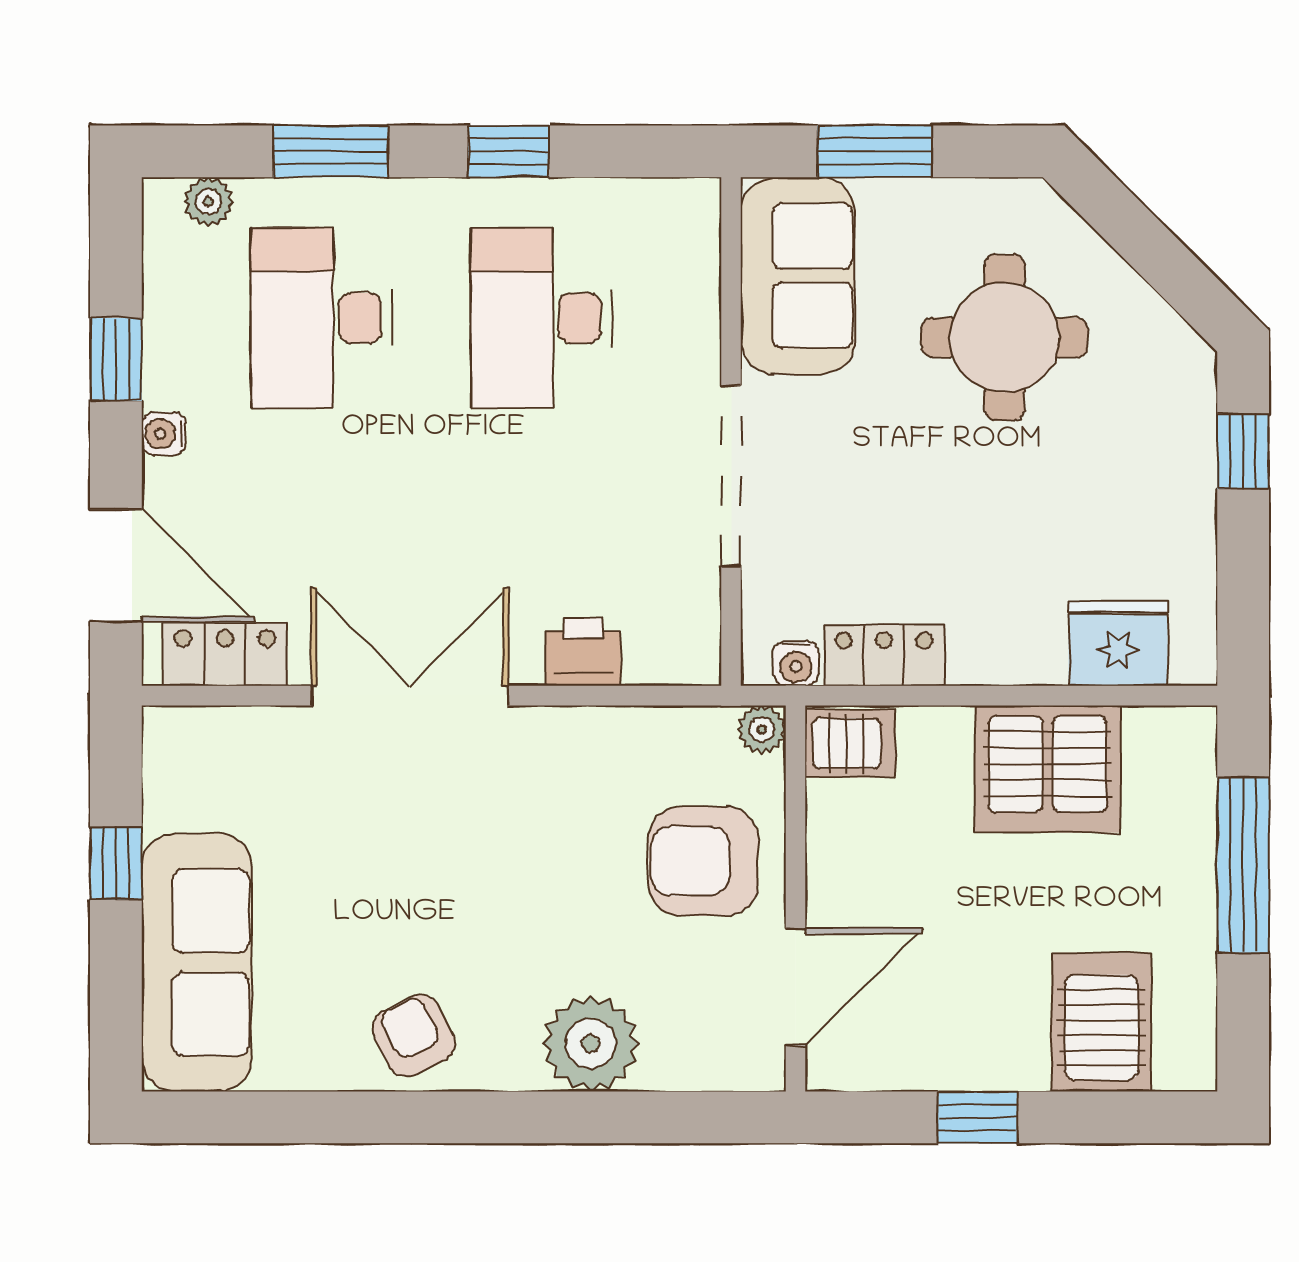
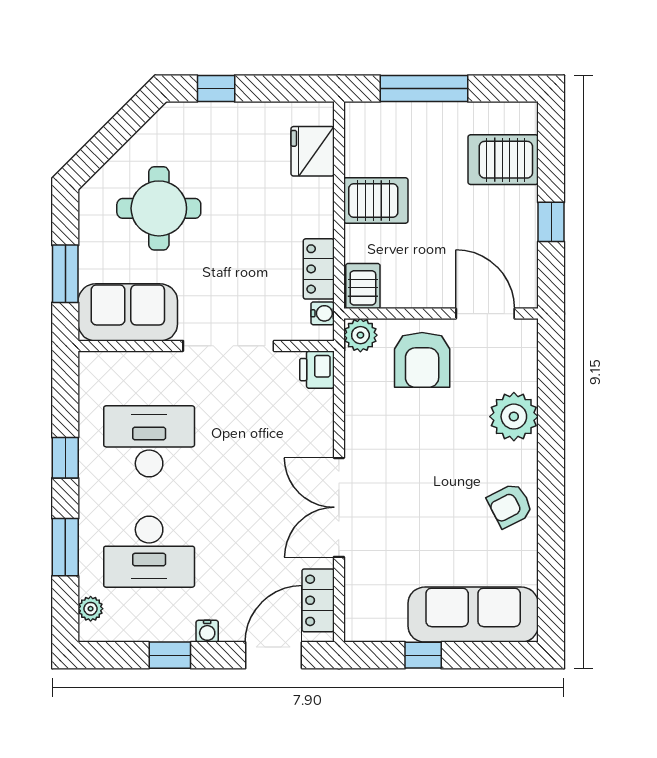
desk: (541, 318) -> (149, 441), turned 180
printer: (583, 652) -> (317, 370), moved
plant: (762, 729) -> (360, 335), width x1.38, depth x1.38
server rack: (1048, 769) -> (376, 200), width x0.62

